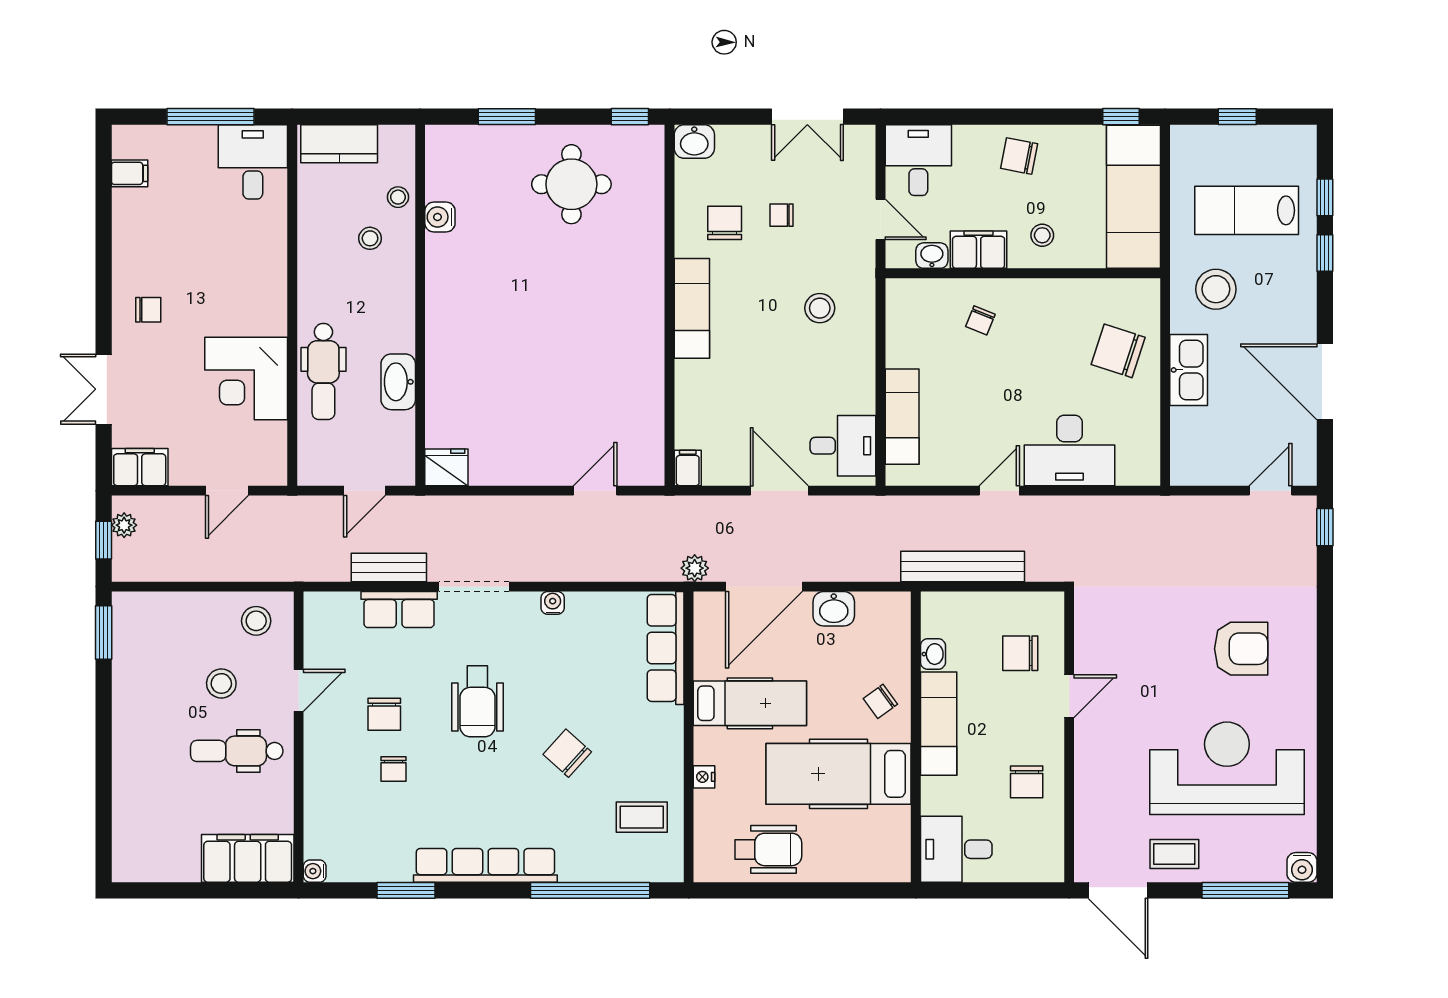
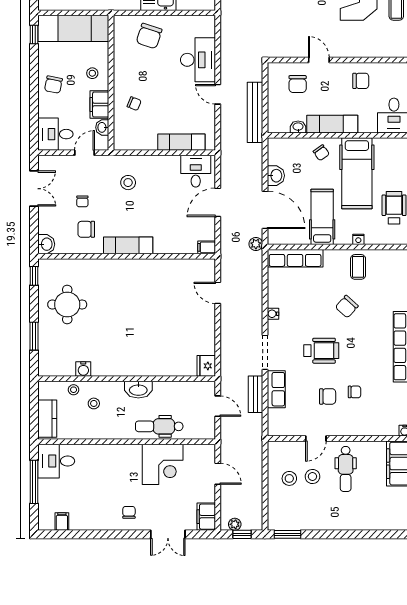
dental chair: (323, 371) -> (159, 426), turned 180
washbasin: (398, 382) -> (138, 390), moved
stool: (256, 621) -> (289, 478), moved
door: (299, 690) -> (316, 439), swing flipped
coffee table: (642, 817) -> (358, 267), moved

